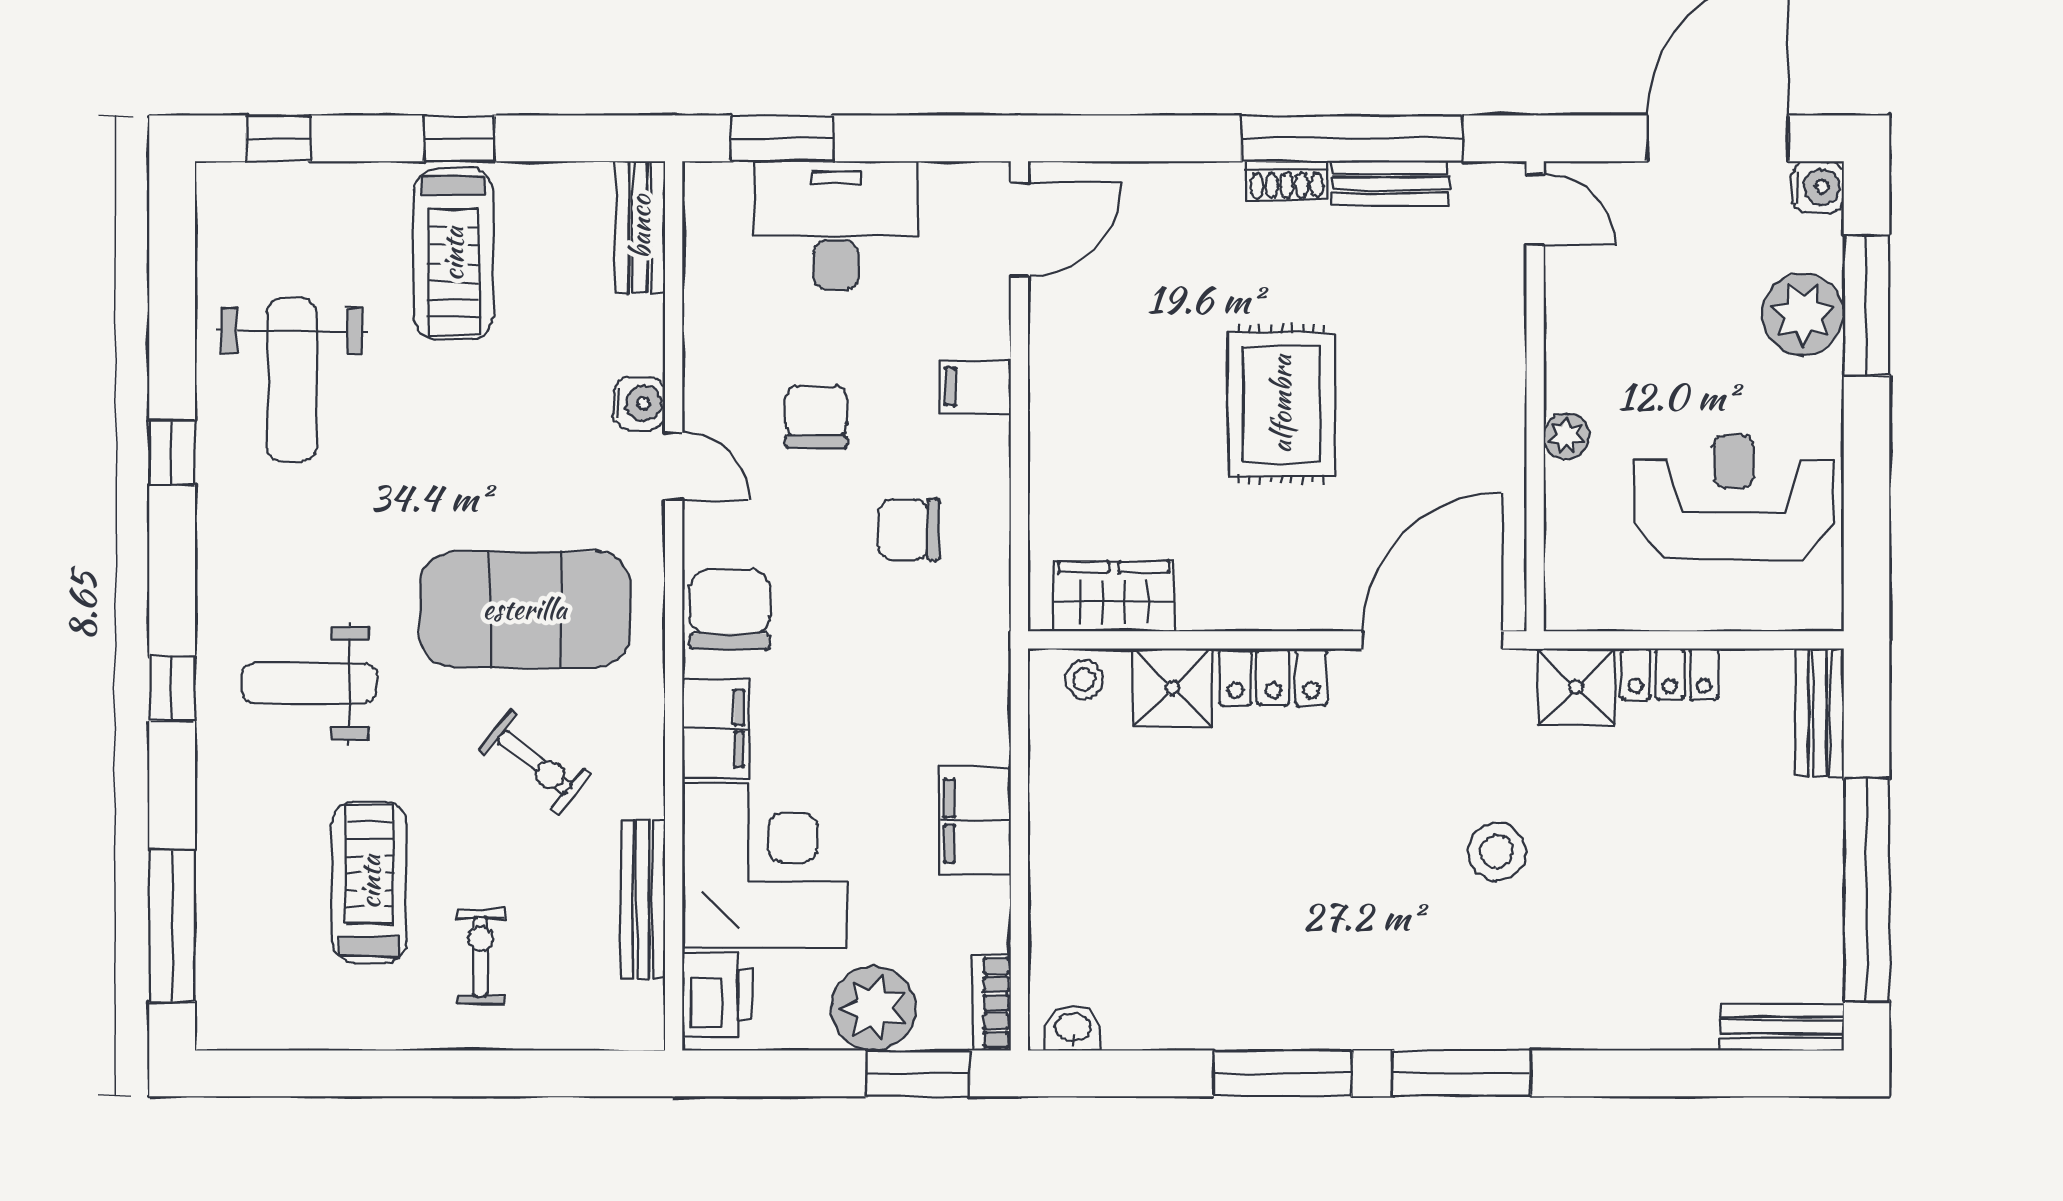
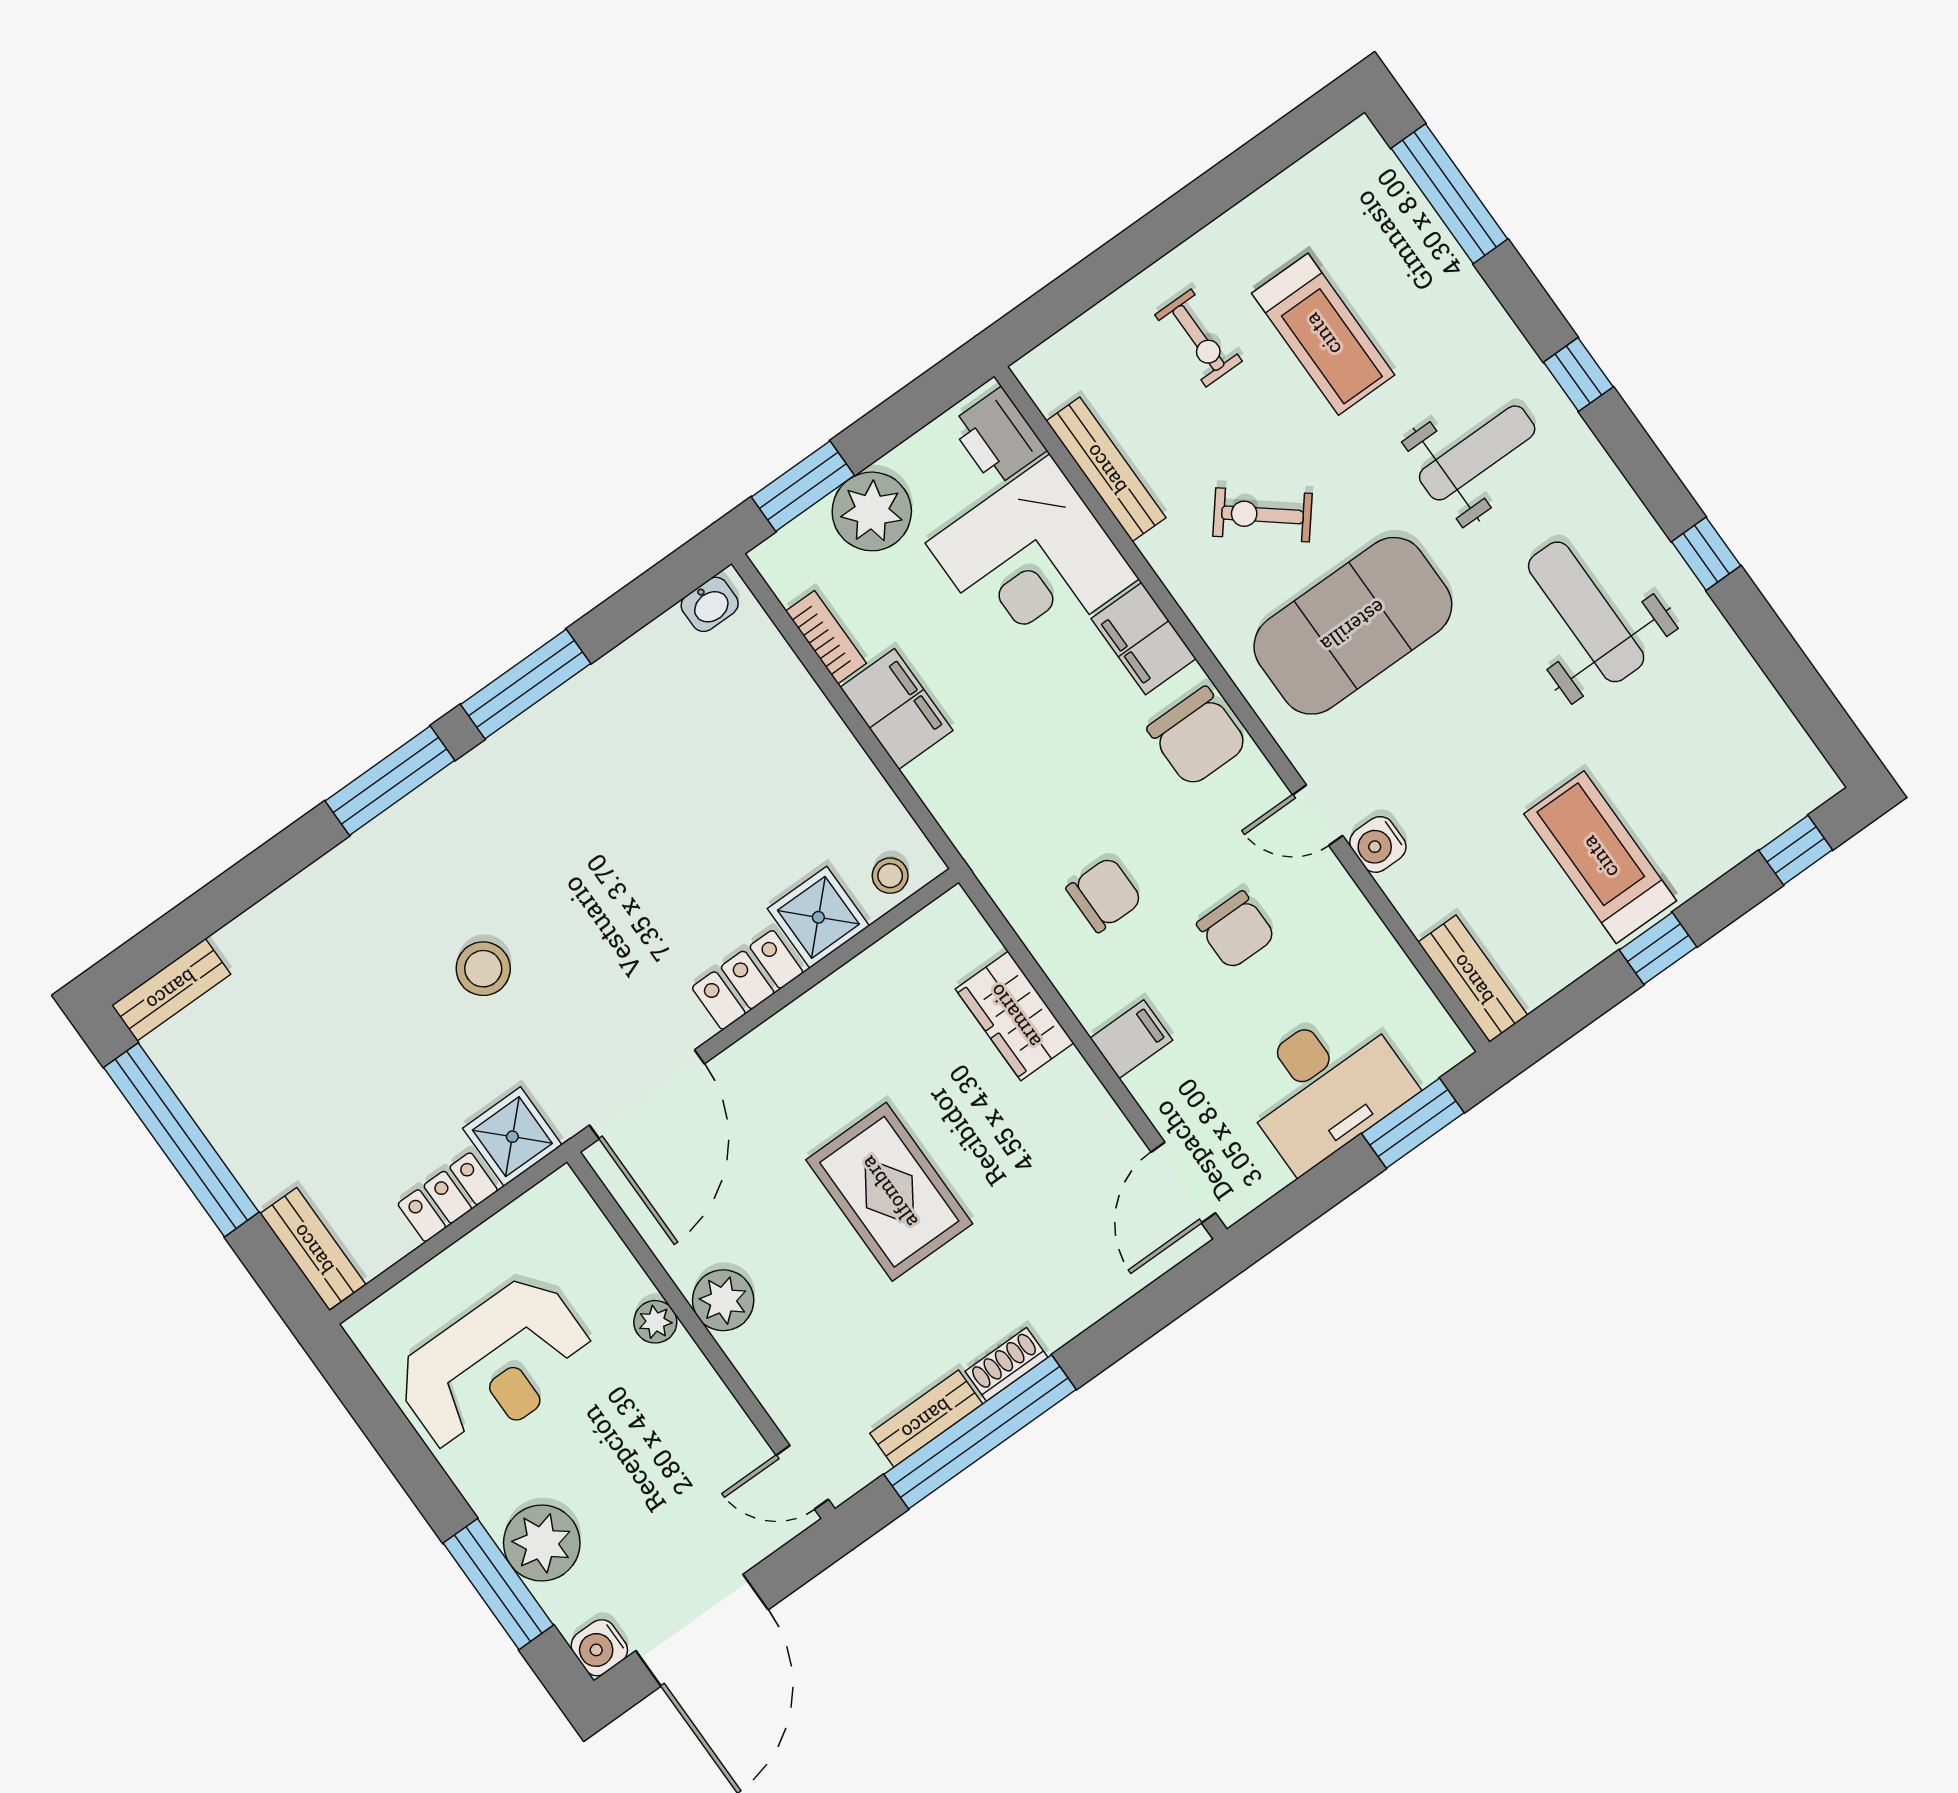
weight bench: (292, 380) -> (1586, 612), moved
plant: (1494, 413) -> (723, 1300), added
wardrobe: (1114, 596) -> (1015, 1016), moved, turned 90
bookcase: (992, 1003) -> (826, 637), moved

